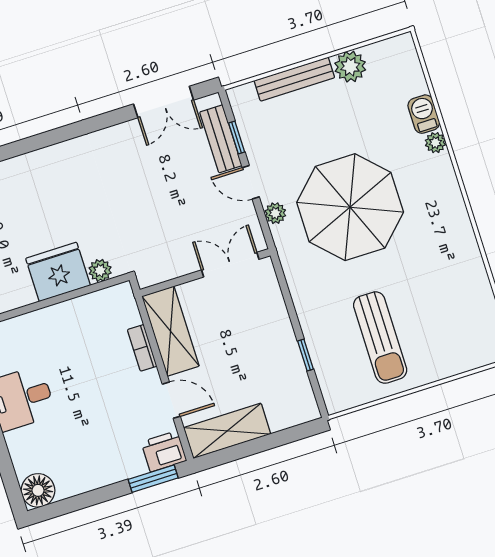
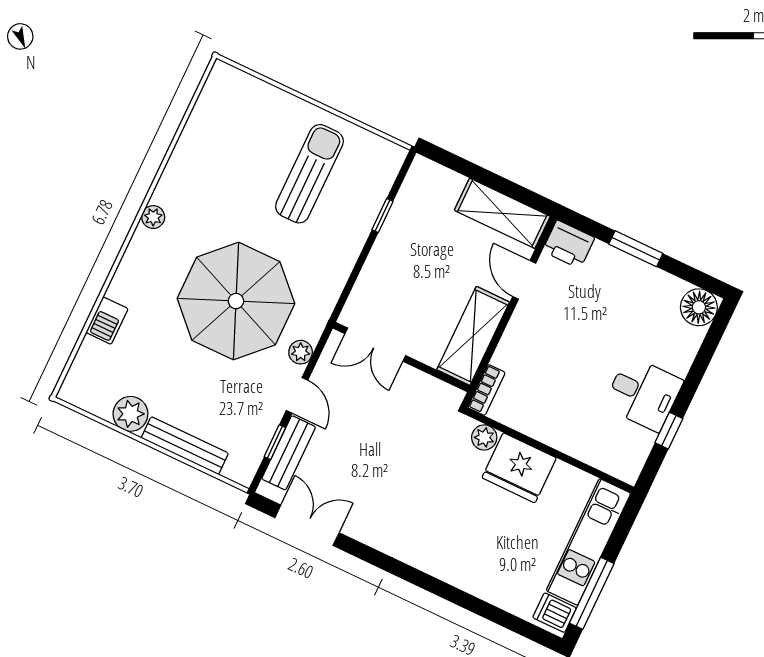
plant: (435, 143) -> (153, 217), moved
bookcase: (142, 348) -> (487, 390), moved
window: (153, 479) -> (636, 249), moved

